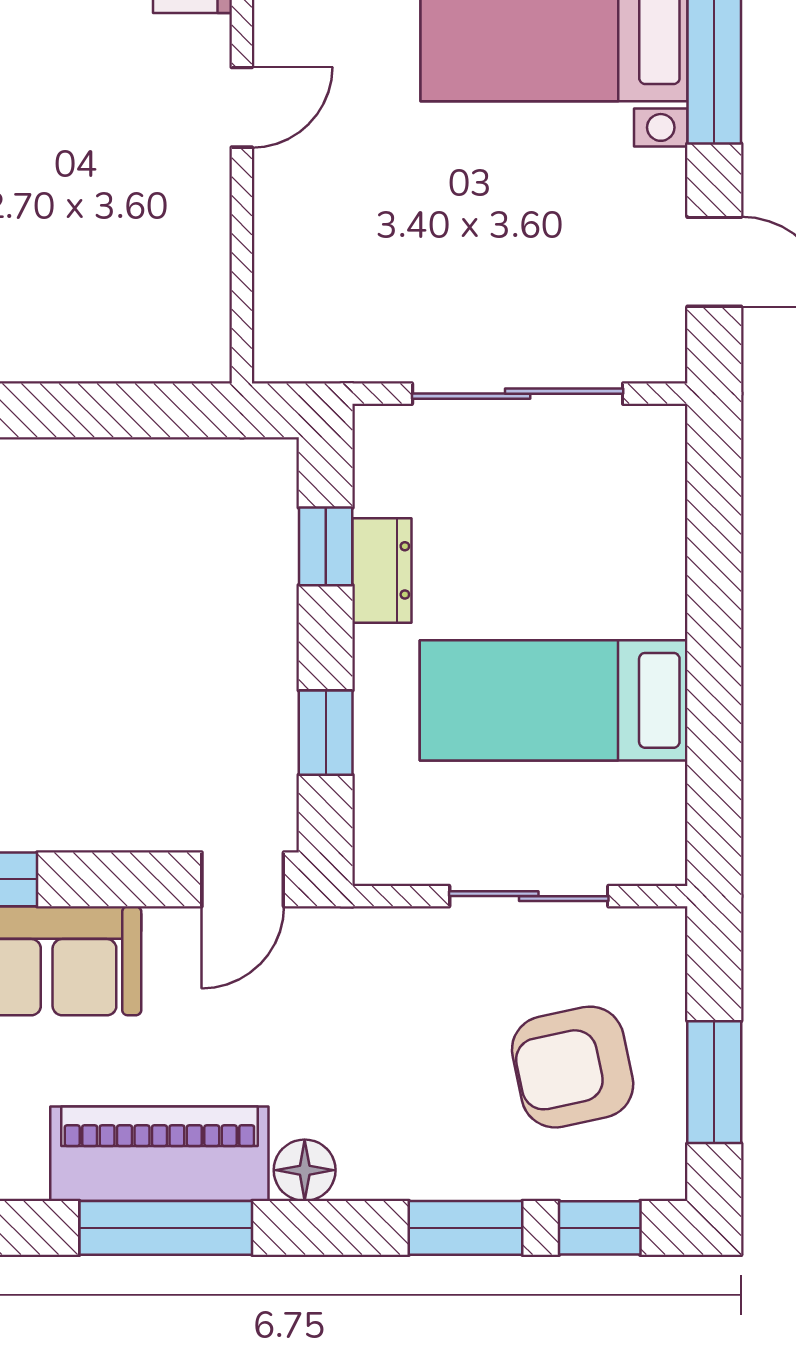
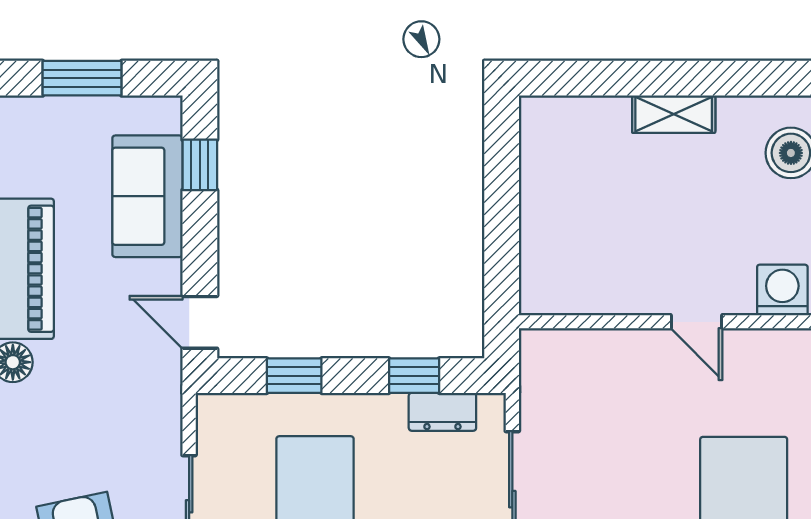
dresser: (382, 570) -> (442, 412), moved

